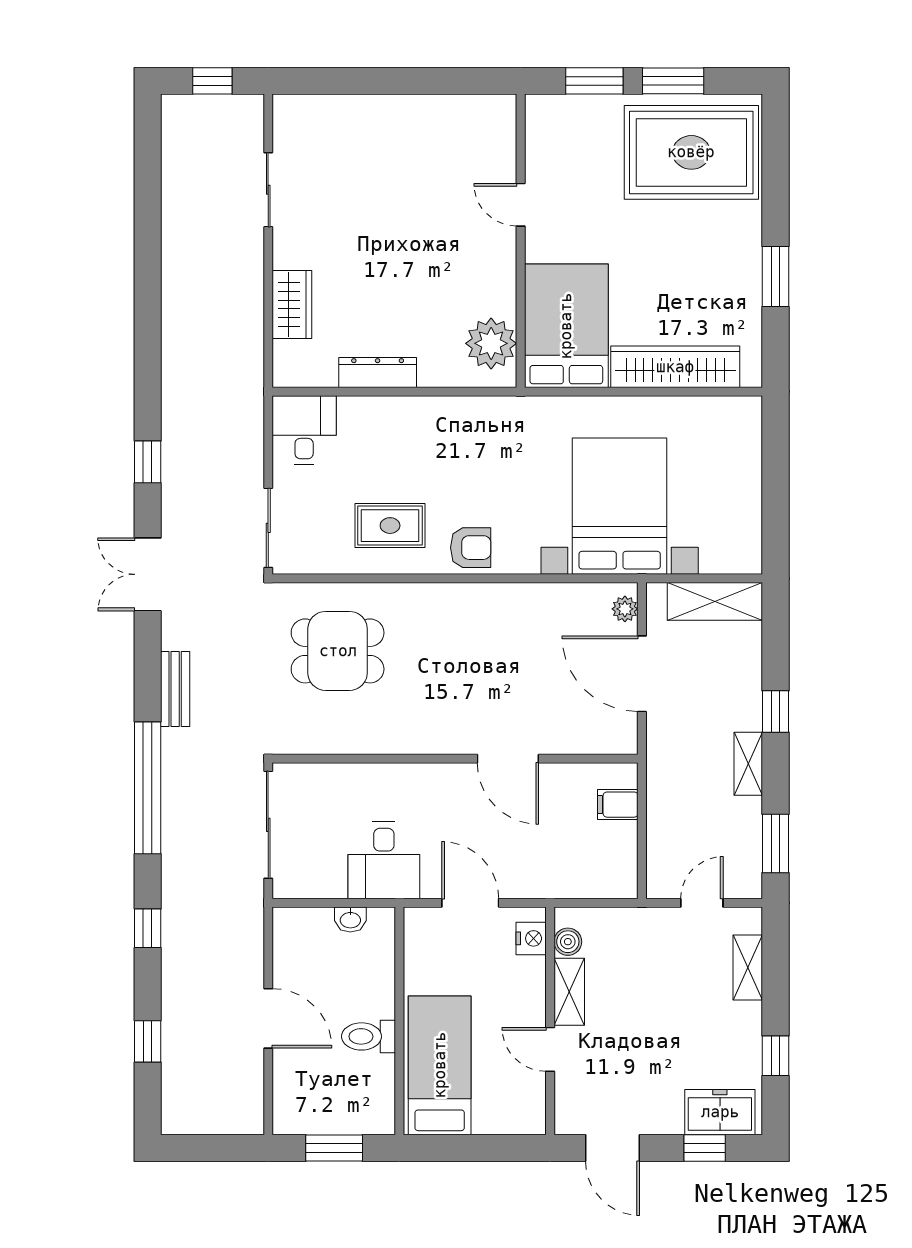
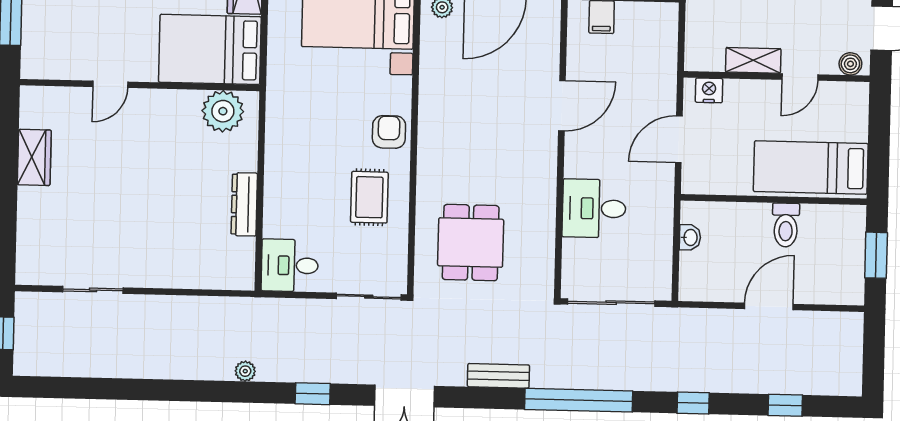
wardrobe: (292, 304) -> (34, 157), moved, turned 90
plant: (173, 379) -> (245, 371), added
desk: (384, 860) -> (594, 208), moved, turned 180
boiler: (568, 942) -> (850, 64), moved

